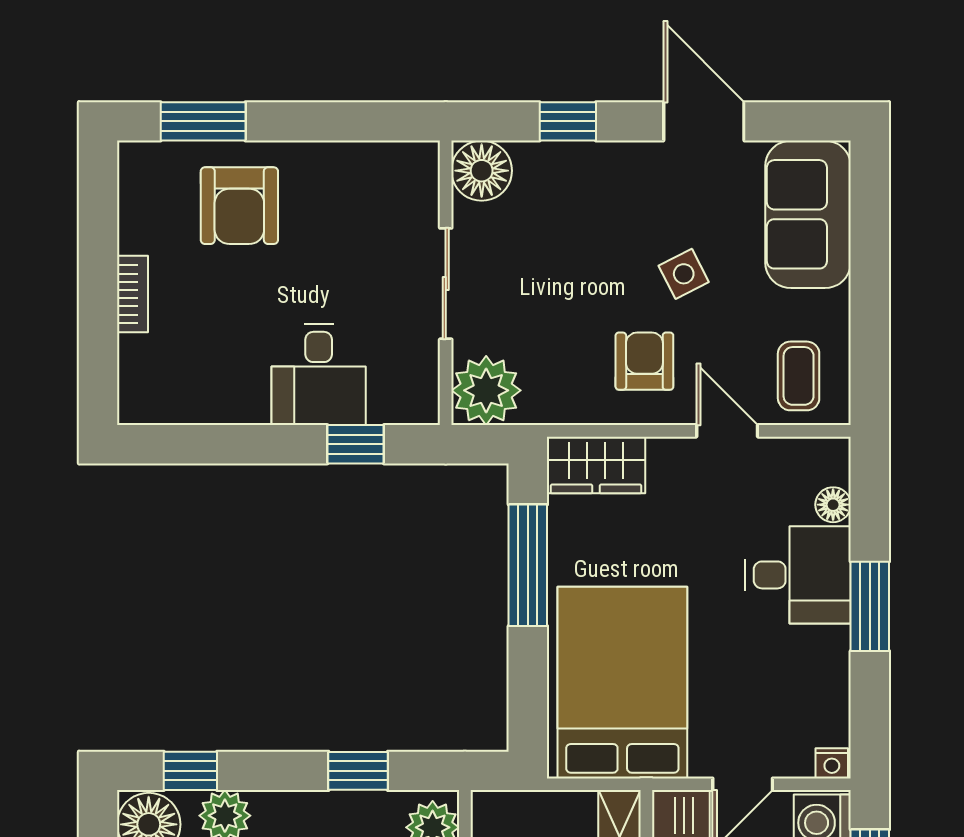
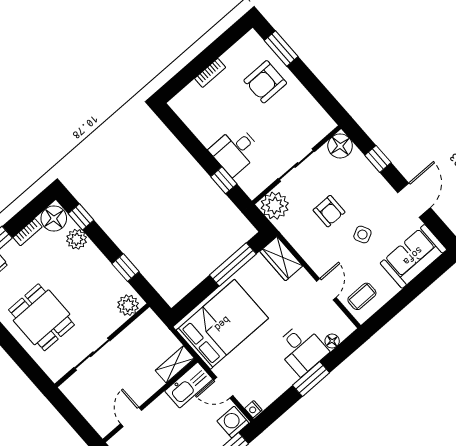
armchair: (644, 361) -> (329, 211), moved, turned 90

